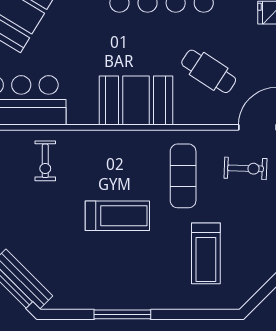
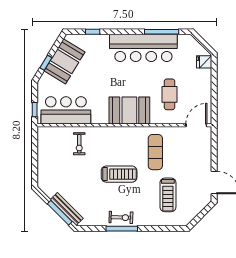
cafe table: (209, 71) -> (169, 94), turned 57
exercise bike: (245, 168) -> (121, 217), moved

